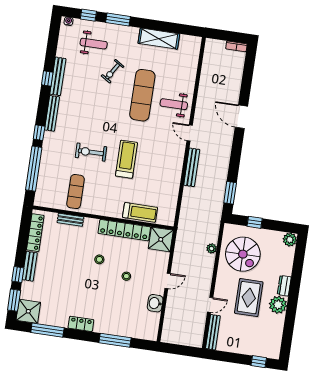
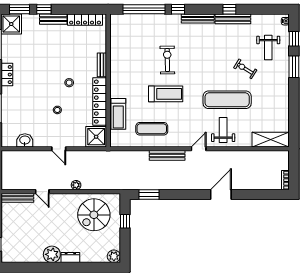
shelving: (159, 39) -> (271, 140), moved, turned 90
exercise mat: (76, 192) -> (152, 129), moved
bench: (70, 220) -> (102, 65), moved
plant: (212, 248) -> (76, 185), moved
rug: (249, 298) -> (54, 226), removed
washbasin: (155, 303) -> (25, 140), moved

